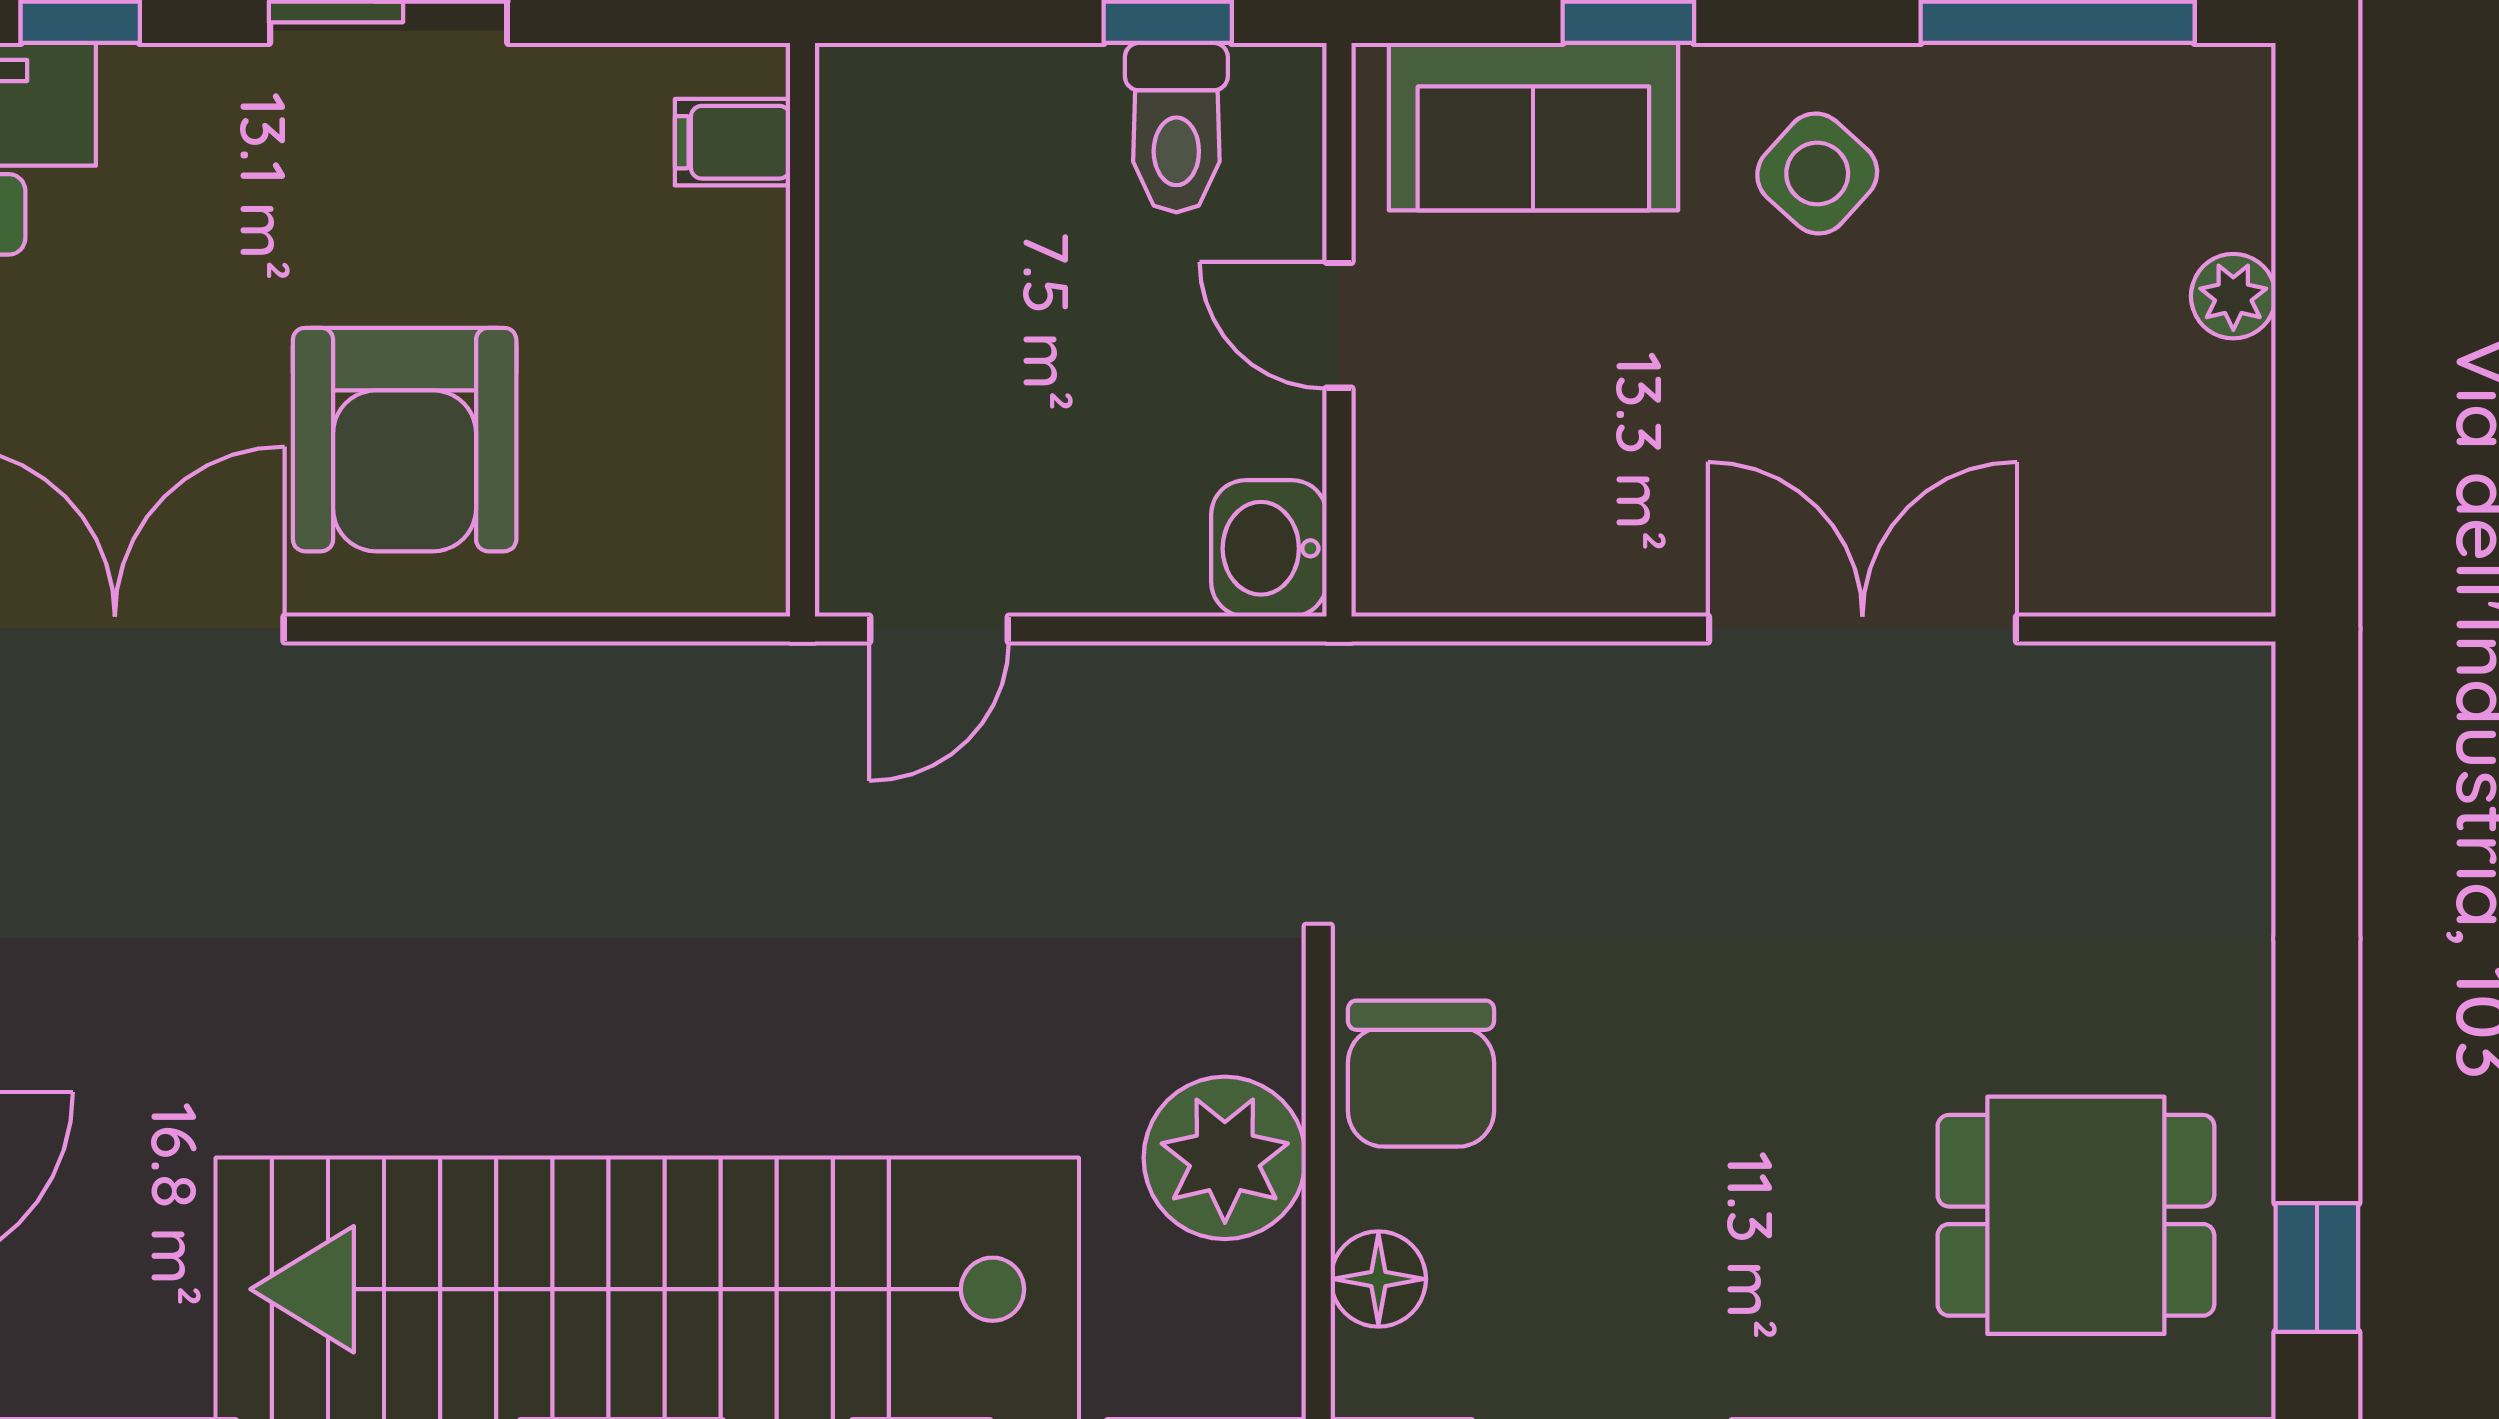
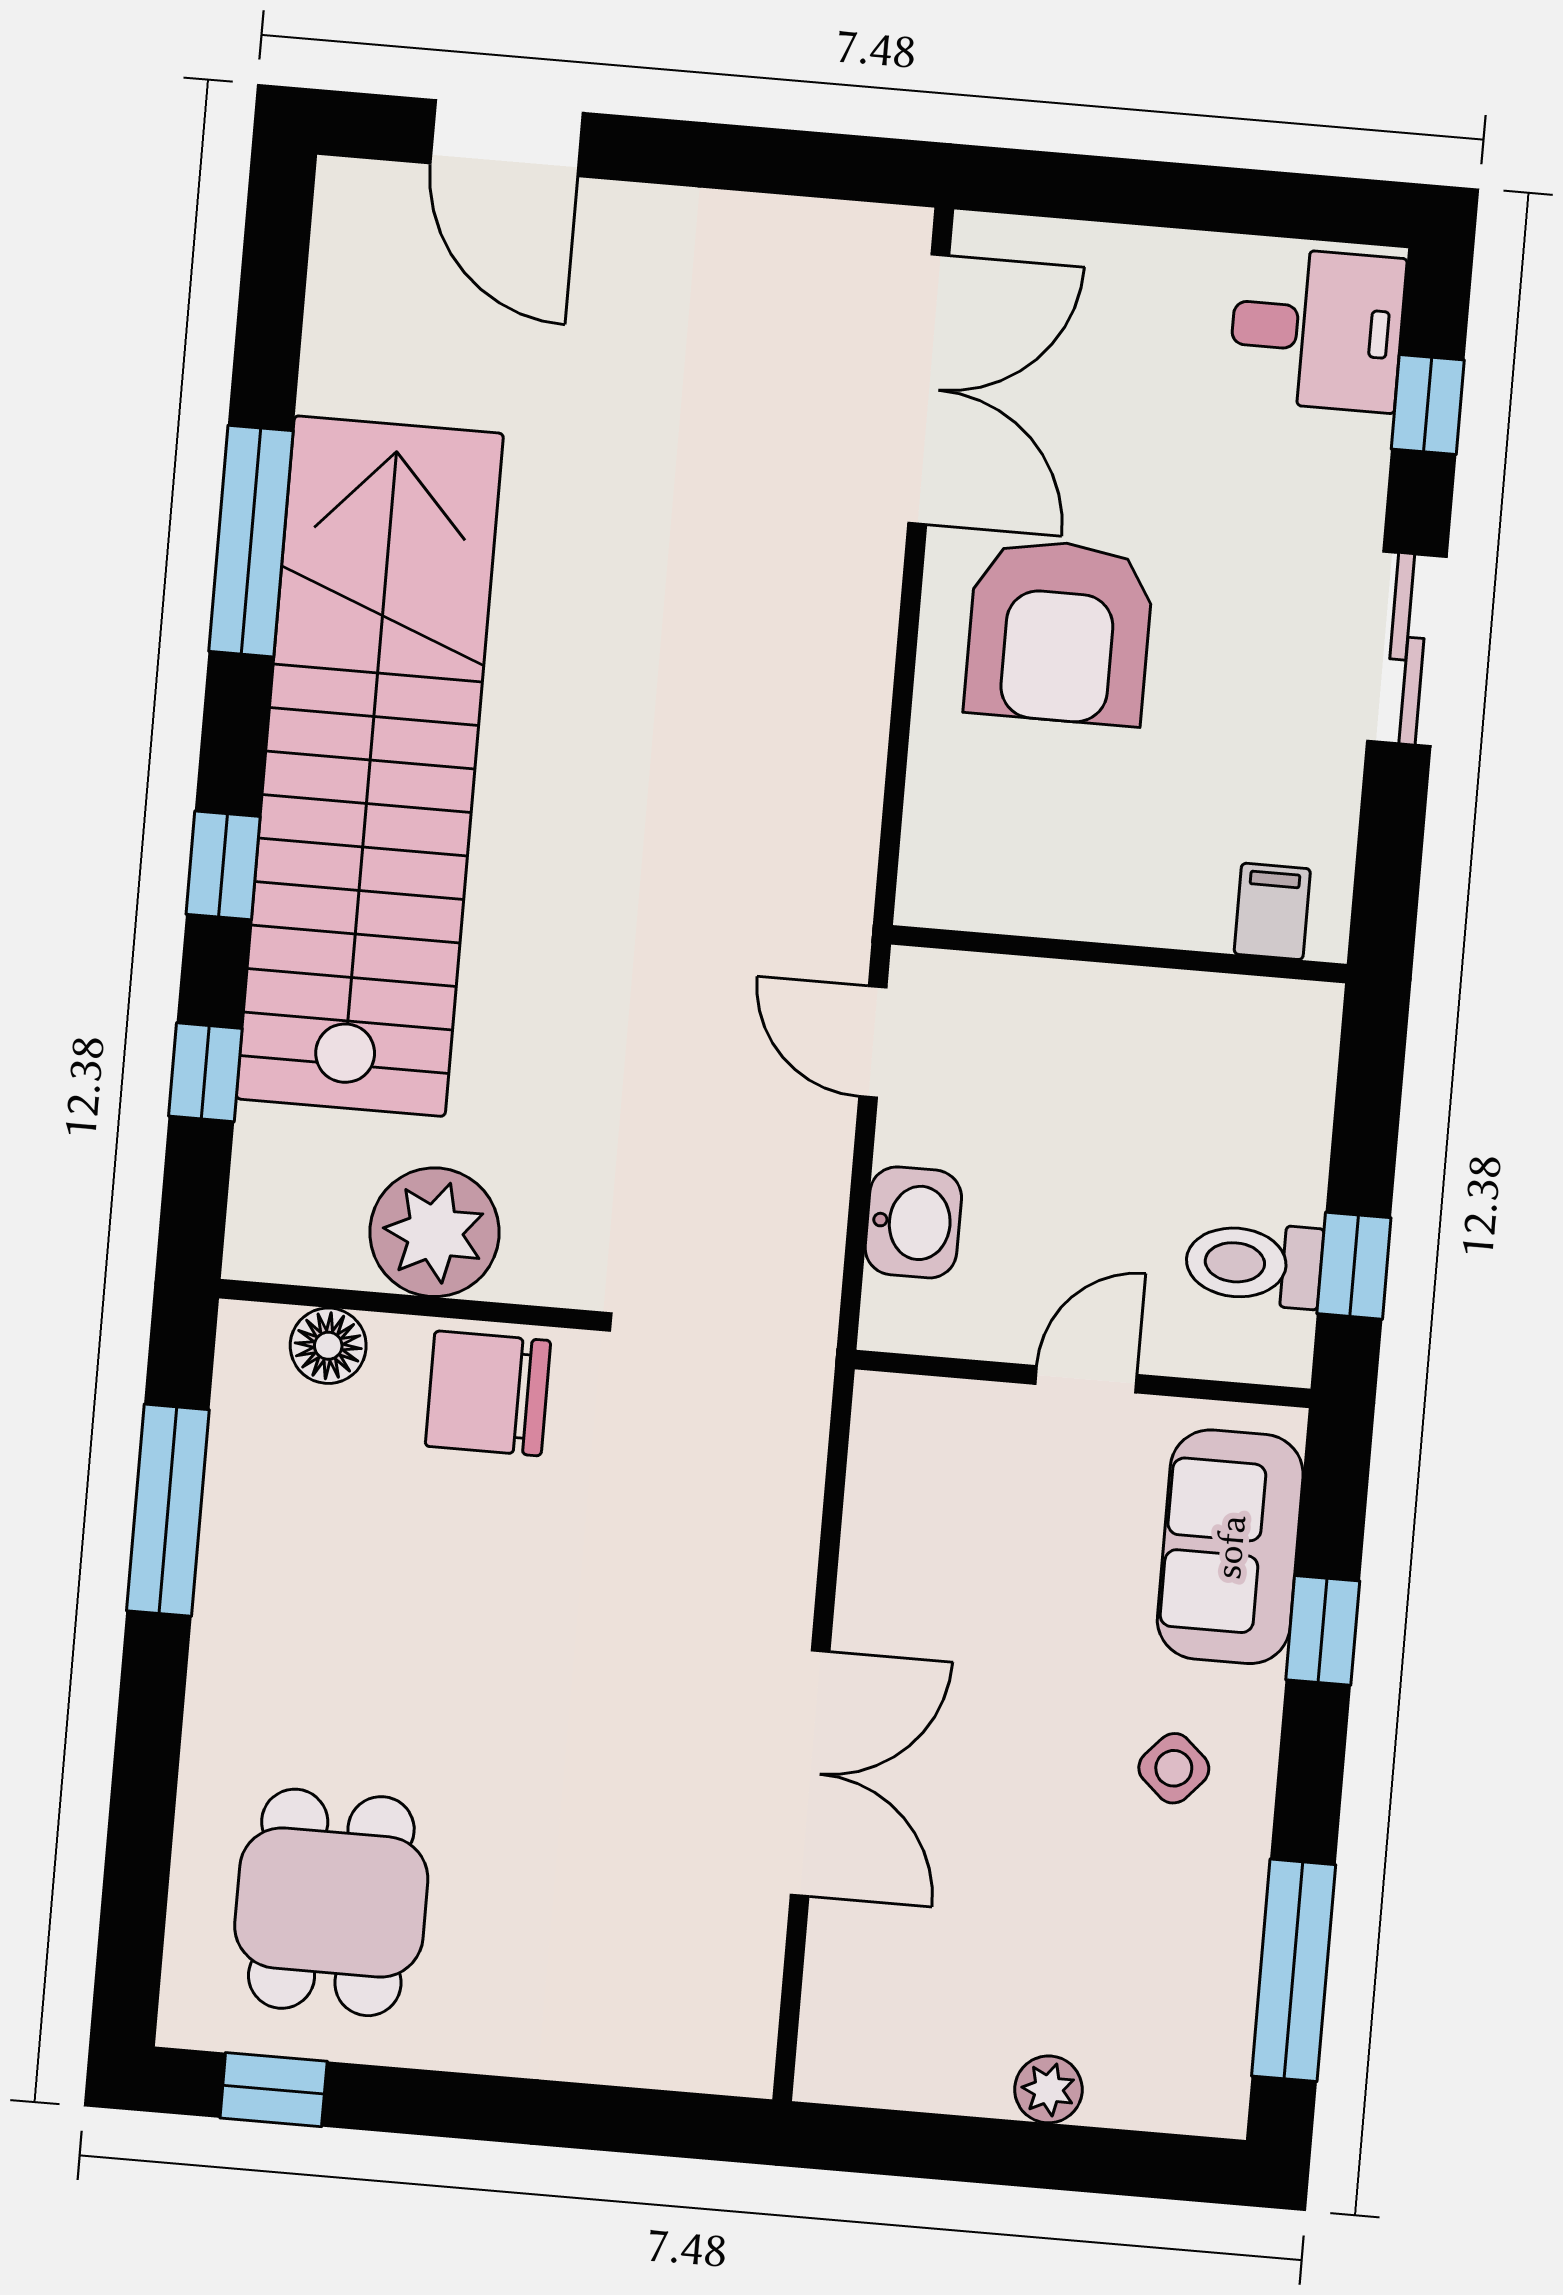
side table: (1817, 174) -> (1174, 1768), width x0.73, depth x0.73
armchair: (405, 440) -> (1059, 632), turned -90
washbasin: (1269, 548) -> (913, 1222), moved, turned 90

